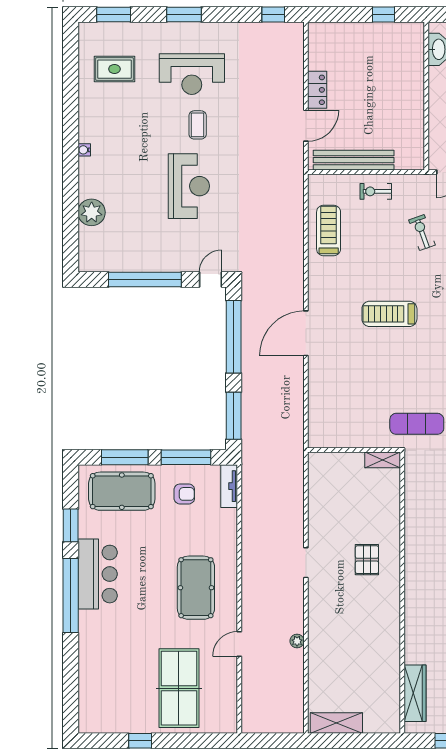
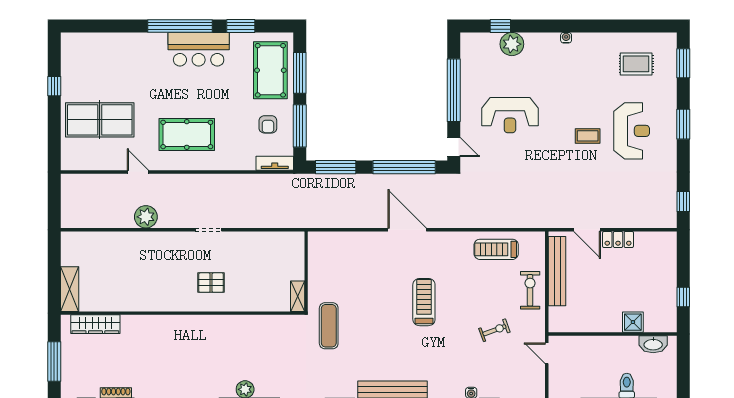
rug: (114, 69) -> (636, 64), turned 90
shower: (413, 73) -> (633, 322), added
reception desk: (192, 74) -> (632, 131), turned 180
reception desk: (189, 186) -> (510, 115), moved
exercise bike: (376, 191) -> (530, 290), width x1.38, depth x1.39
window: (71, 226) -> (500, 26), added
treadmill: (329, 231) -> (496, 249), turned 180
plant: (297, 641) -> (146, 217), width x1.87, depth x1.87
shelving: (336, 723) -> (70, 289), moved

